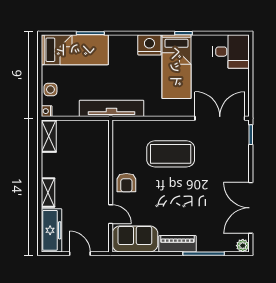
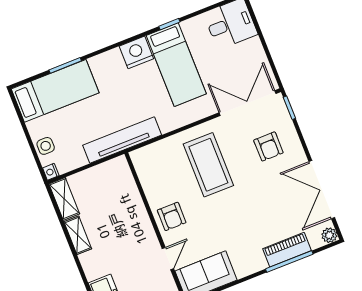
coffee table: (171, 154) -> (208, 165), turned 90
armchair: (223, 158) -> (268, 146), added
shelving: (48, 193) -> (78, 235), moved
door: (111, 214) -> (168, 259), hinge flipped
piano: (177, 244) -> (287, 250), moved

